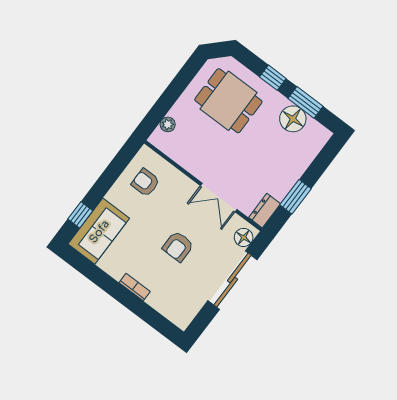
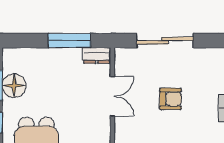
window: (295, 197) -> (69, 41), width x1.44
floor lamp: (244, 237) -> (128, 56), removed

